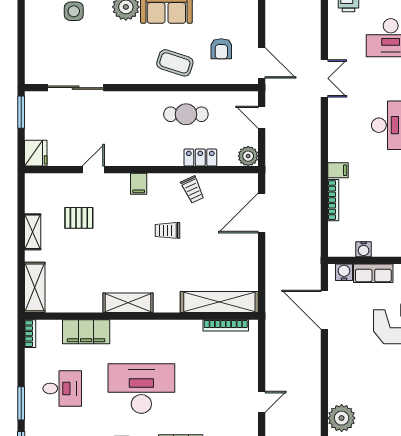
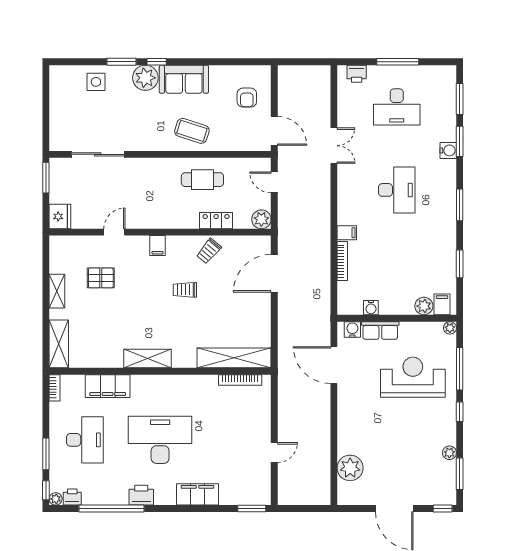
armchair: (221, 49) -> (247, 98), moved
trolley: (193, 190) -> (209, 251), turned 65
desk: (62, 388) -> (85, 440), width x1.37

